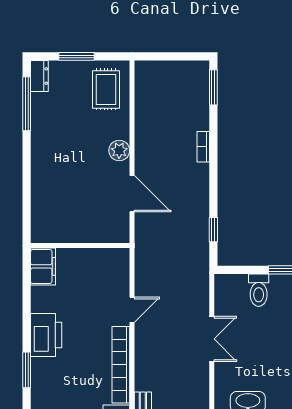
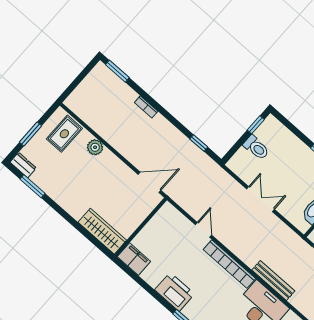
rug: (106, 89) -> (64, 134), turned 90
window: (27, 104) -> (33, 186), width x0.69
plant: (119, 151) -> (95, 147), moved
door: (132, 194) -> (150, 182), moved
wardrobe: (43, 211) -> (102, 231), added

